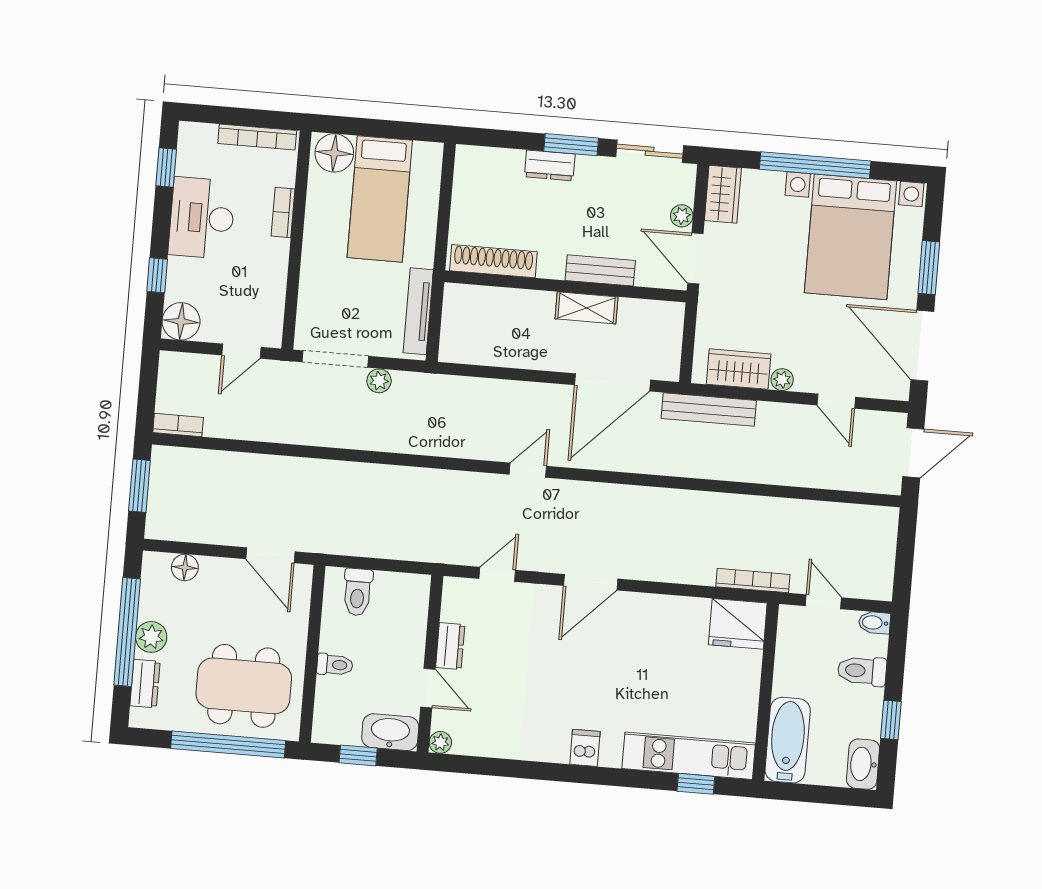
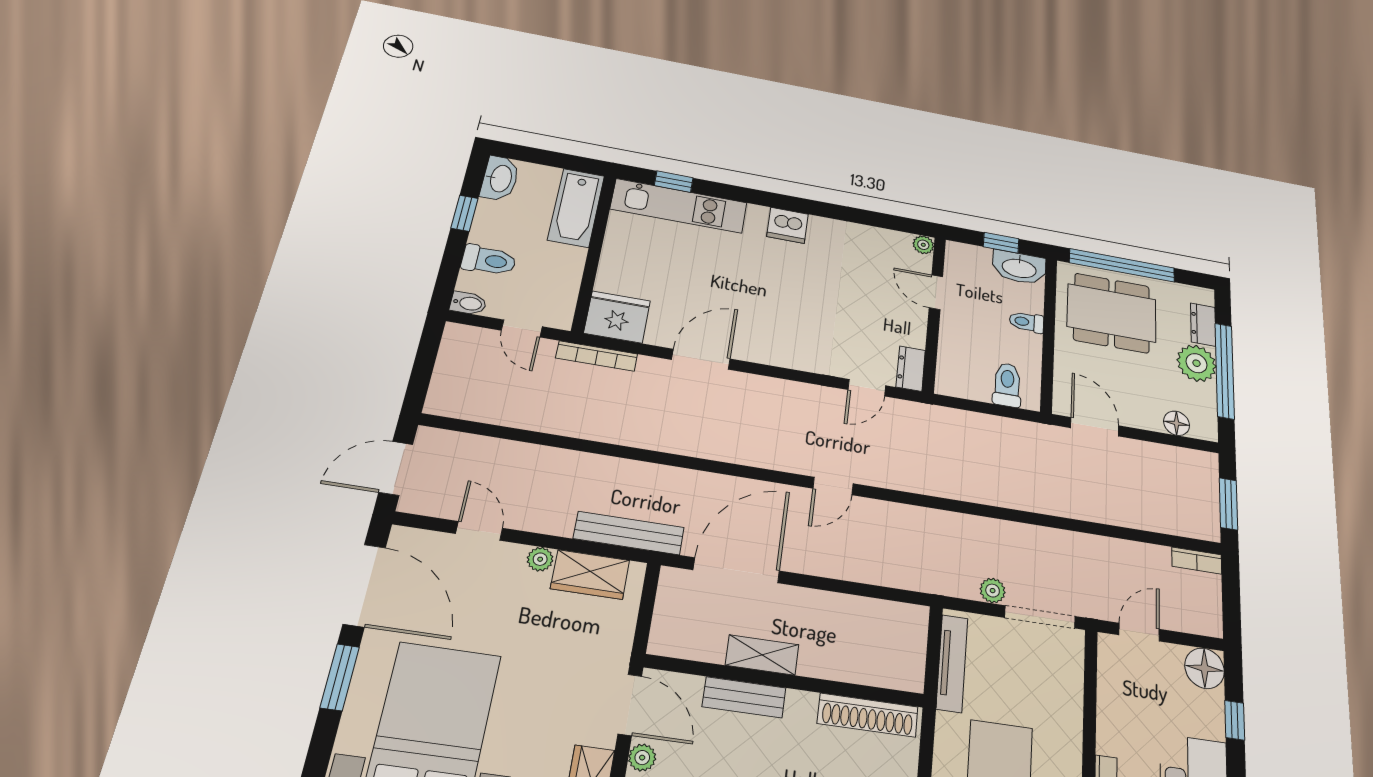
door: (591, 582) -> (701, 359), moved
plant: (151, 637) -> (1197, 363), width x1.36, depth x1.36
dresser: (450, 646) -> (911, 369), moved
washbasin: (390, 732) -> (1019, 268), moved
dishwasher: (585, 748) -> (787, 225), width x1.38

